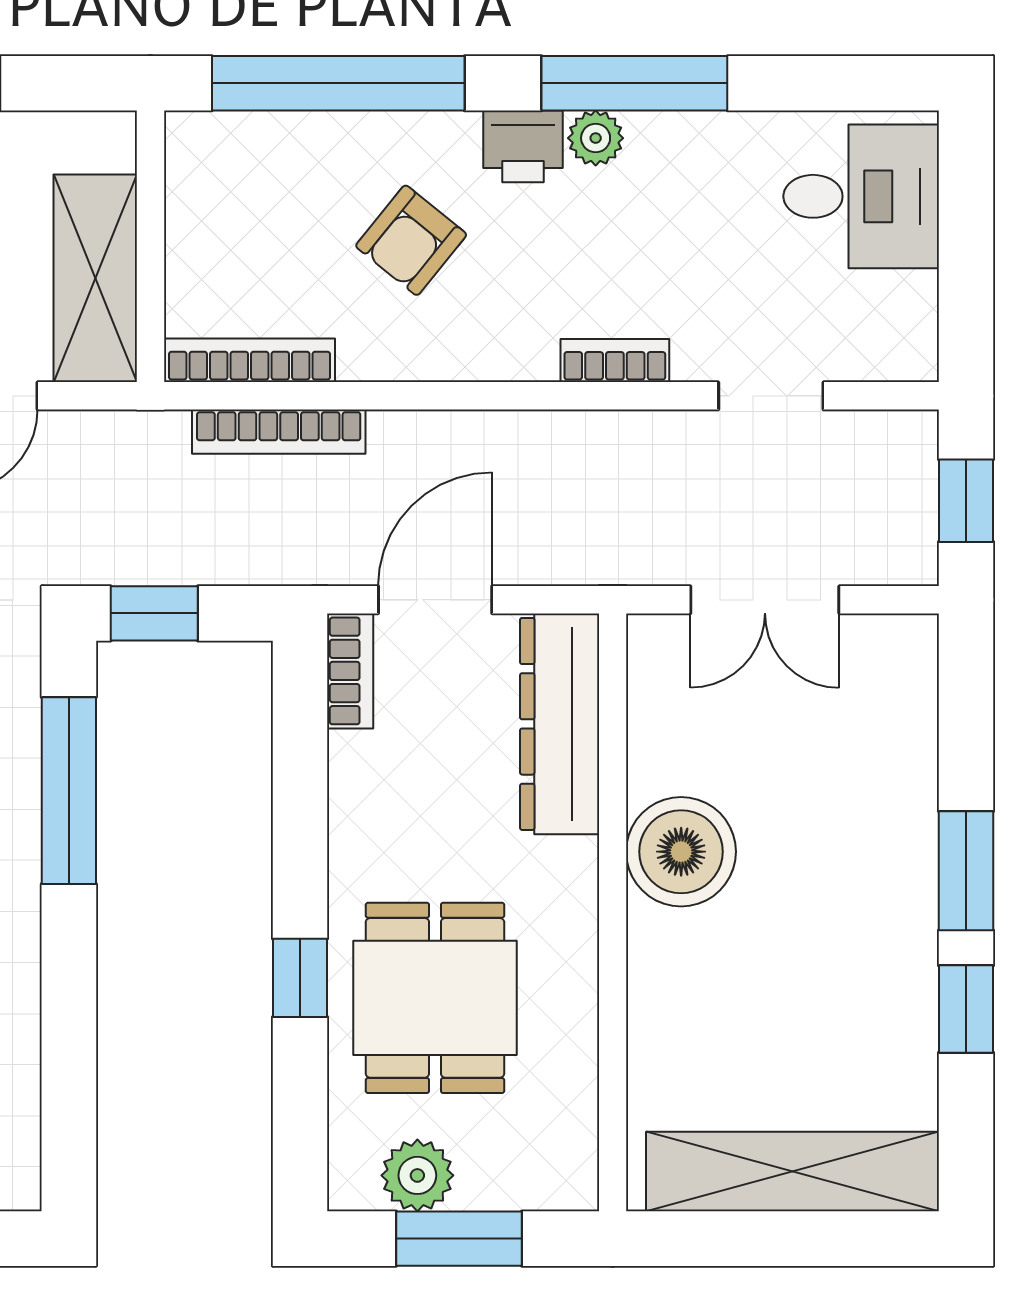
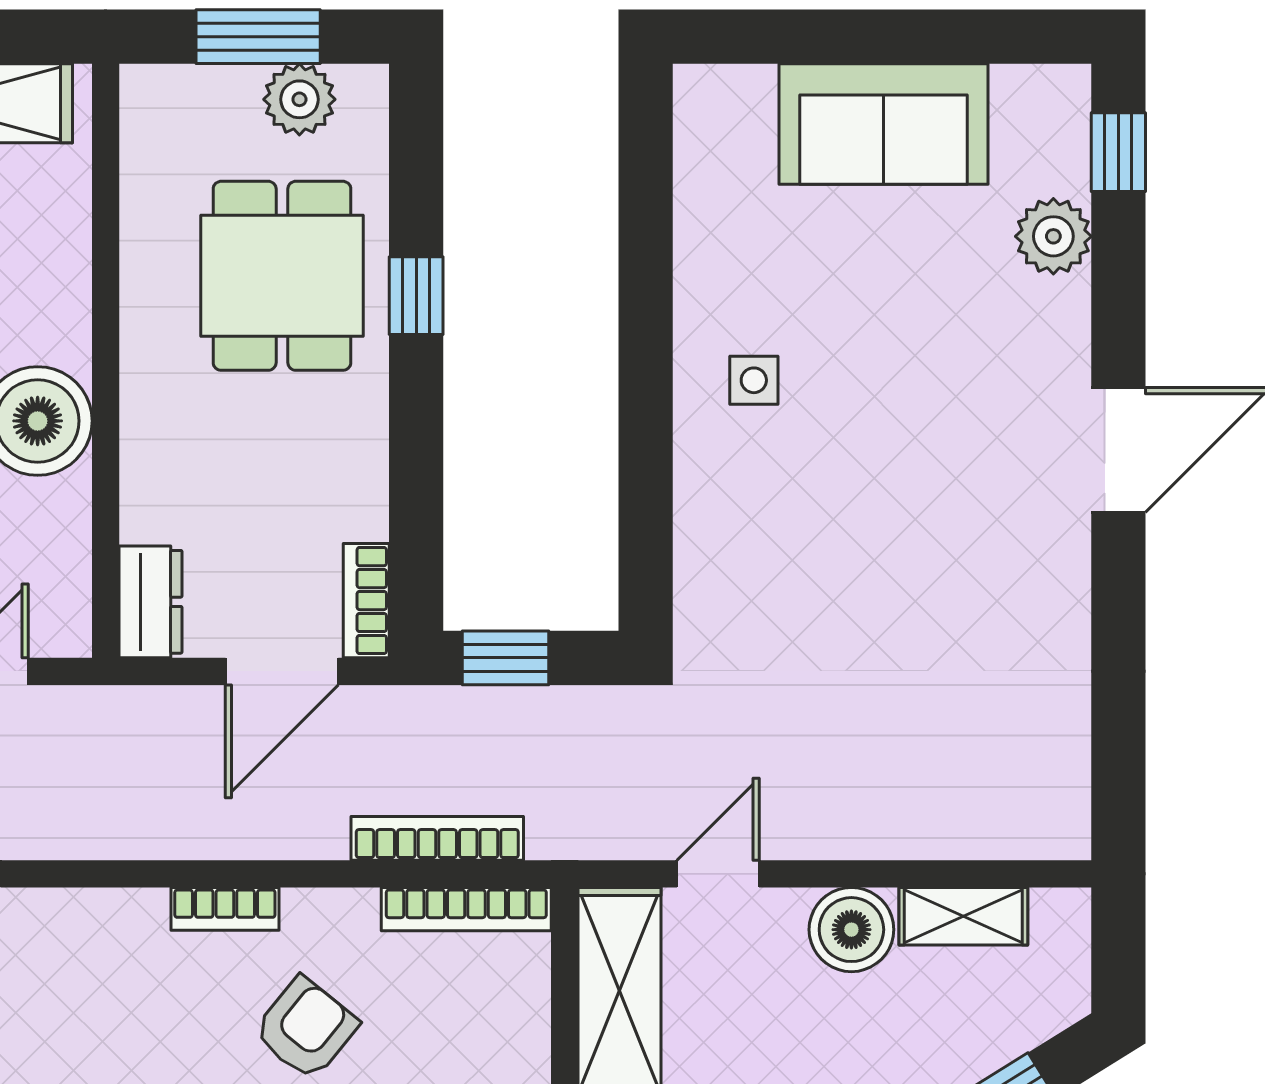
bookcase: (615, 361) -> (225, 909), moved
window: (154, 613) -> (505, 658), moved
dresser: (560, 724) -> (151, 602), width x0.51, depth x0.80
window: (69, 791) -> (646, 482), removed

